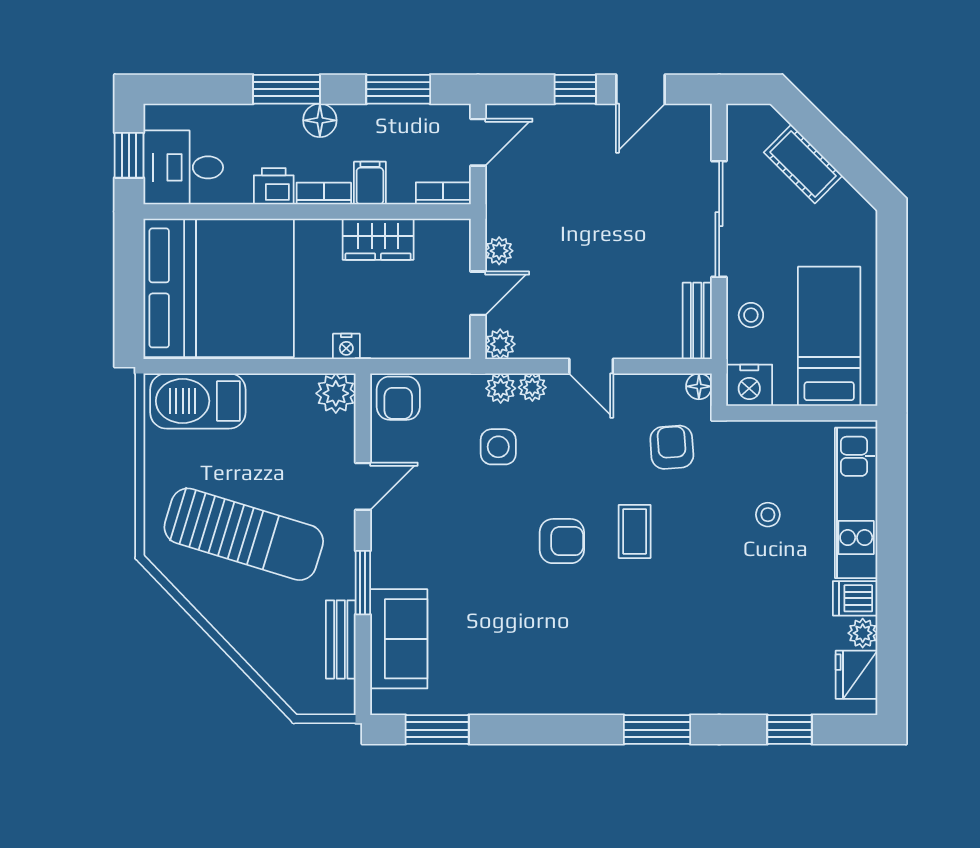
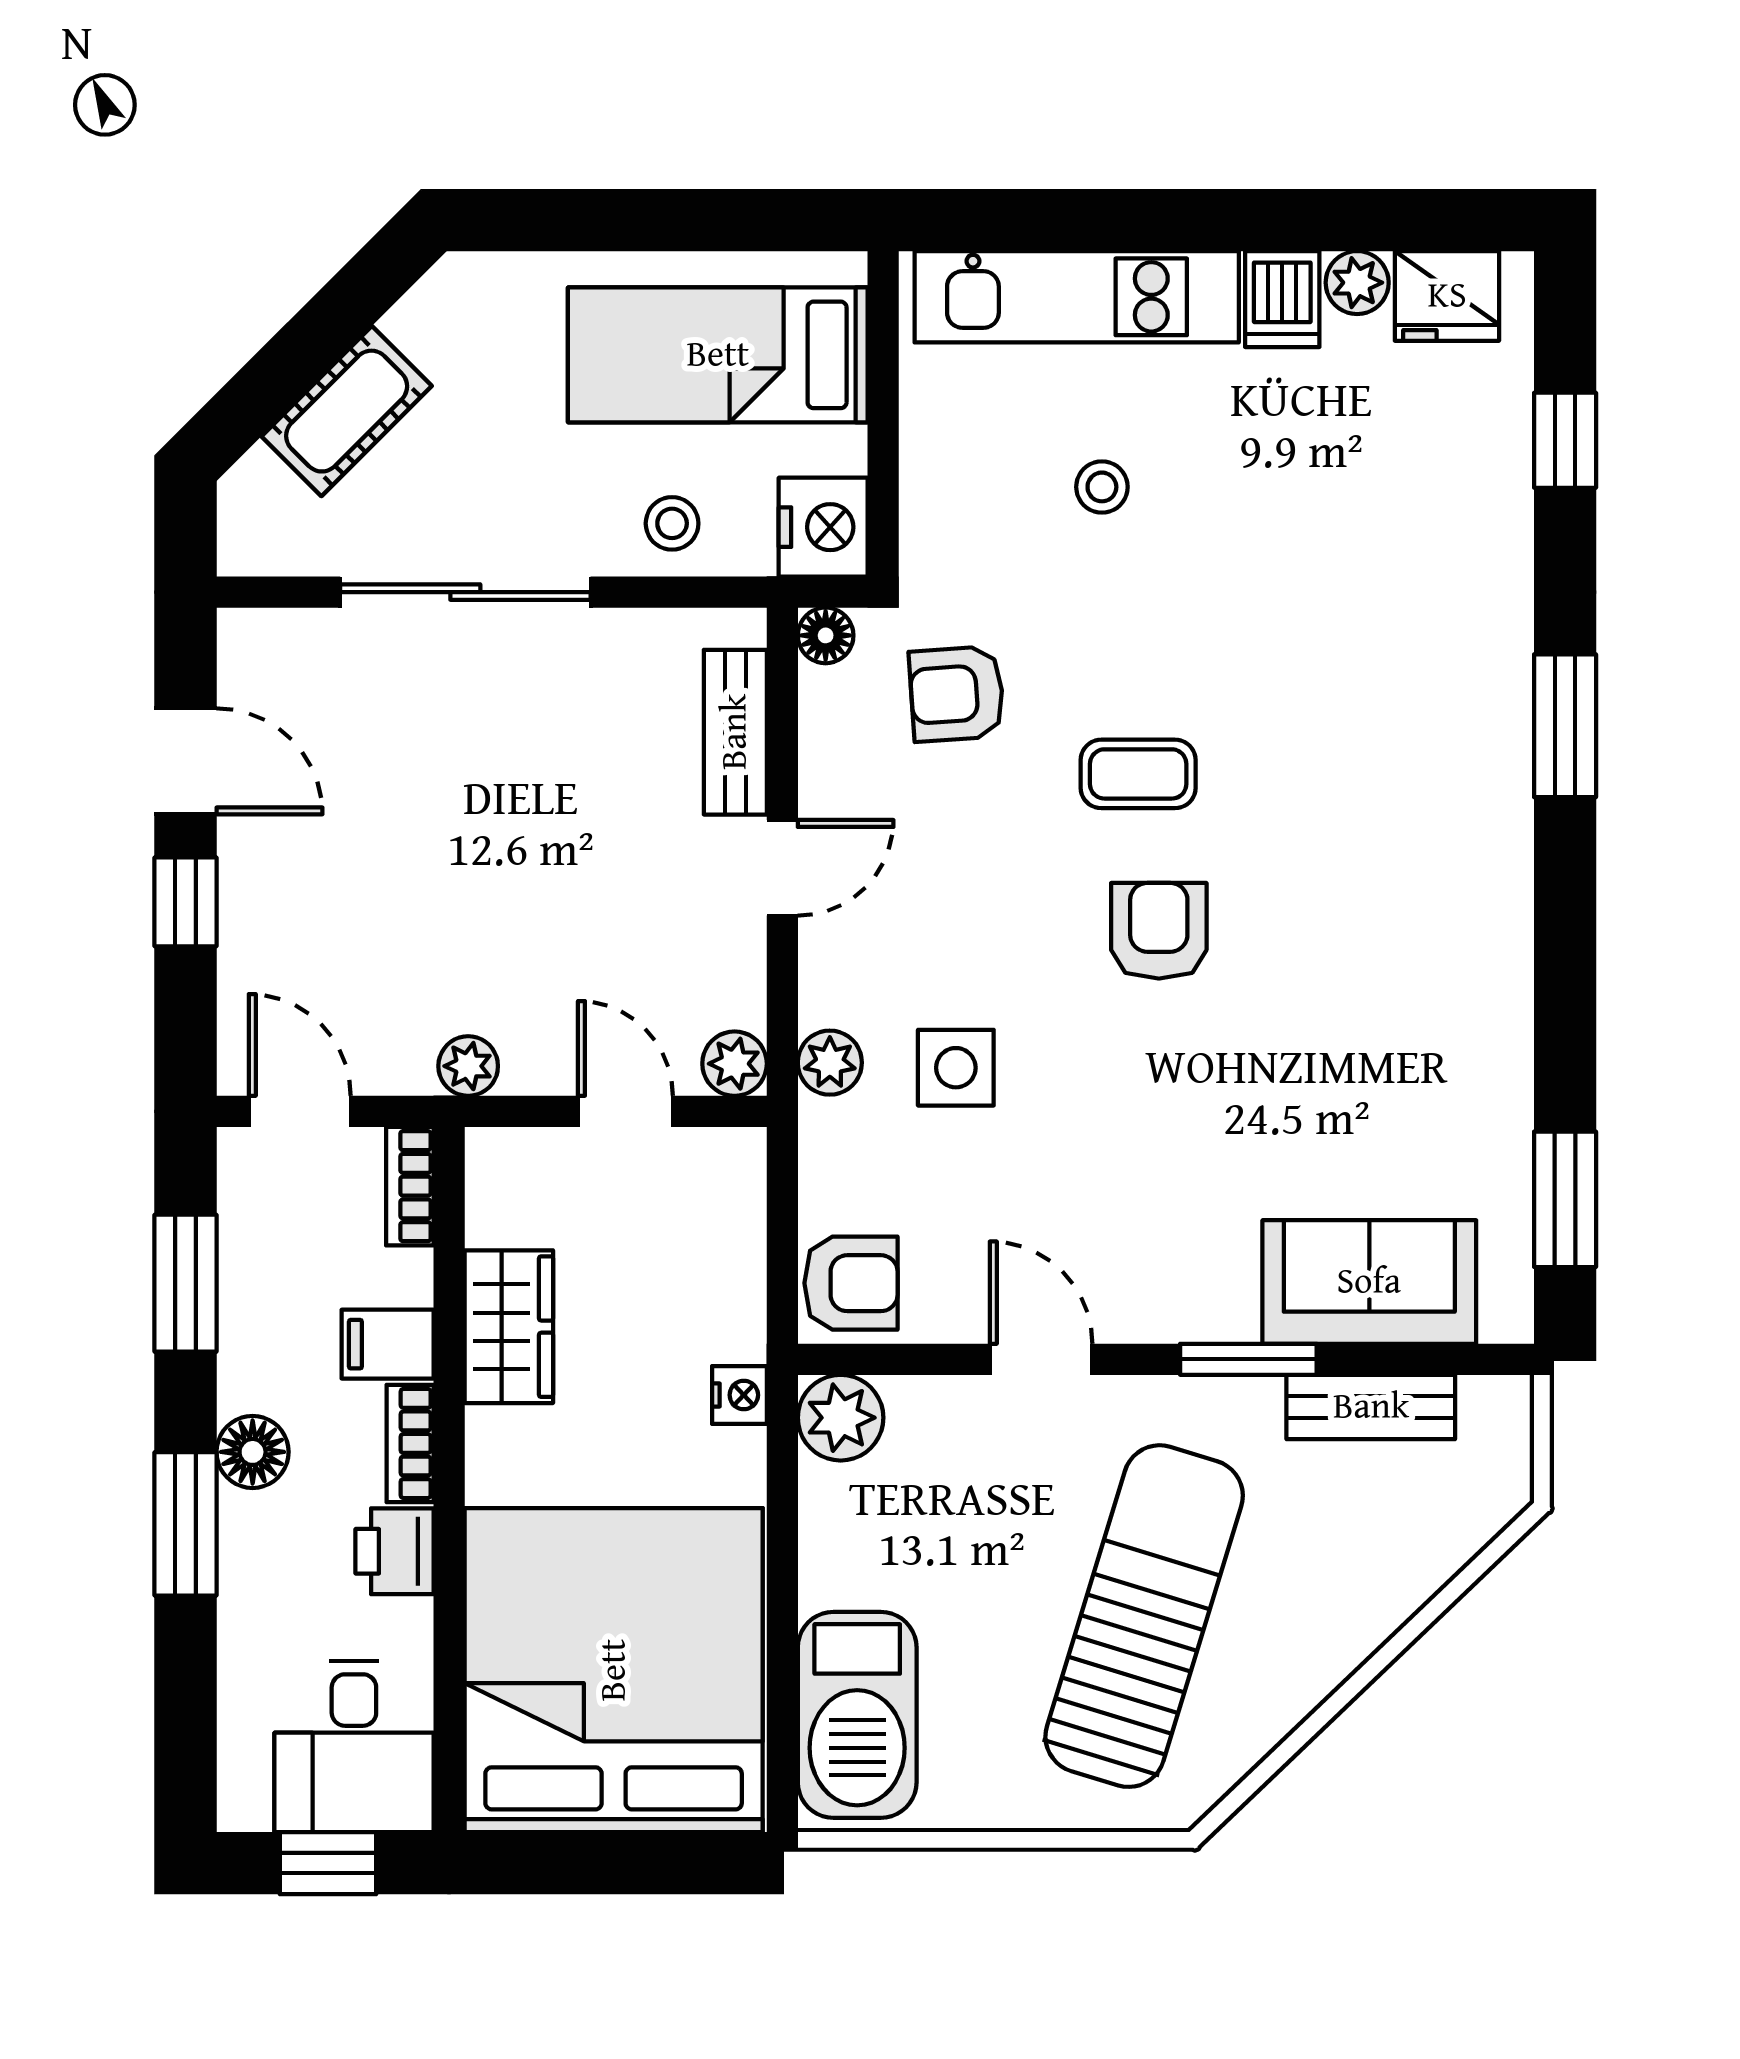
plant: (499, 251) -> (468, 1066), moved
bench: (697, 321) -> (735, 732), moved, turned 90
plant: (532, 387) -> (828, 994), removed

